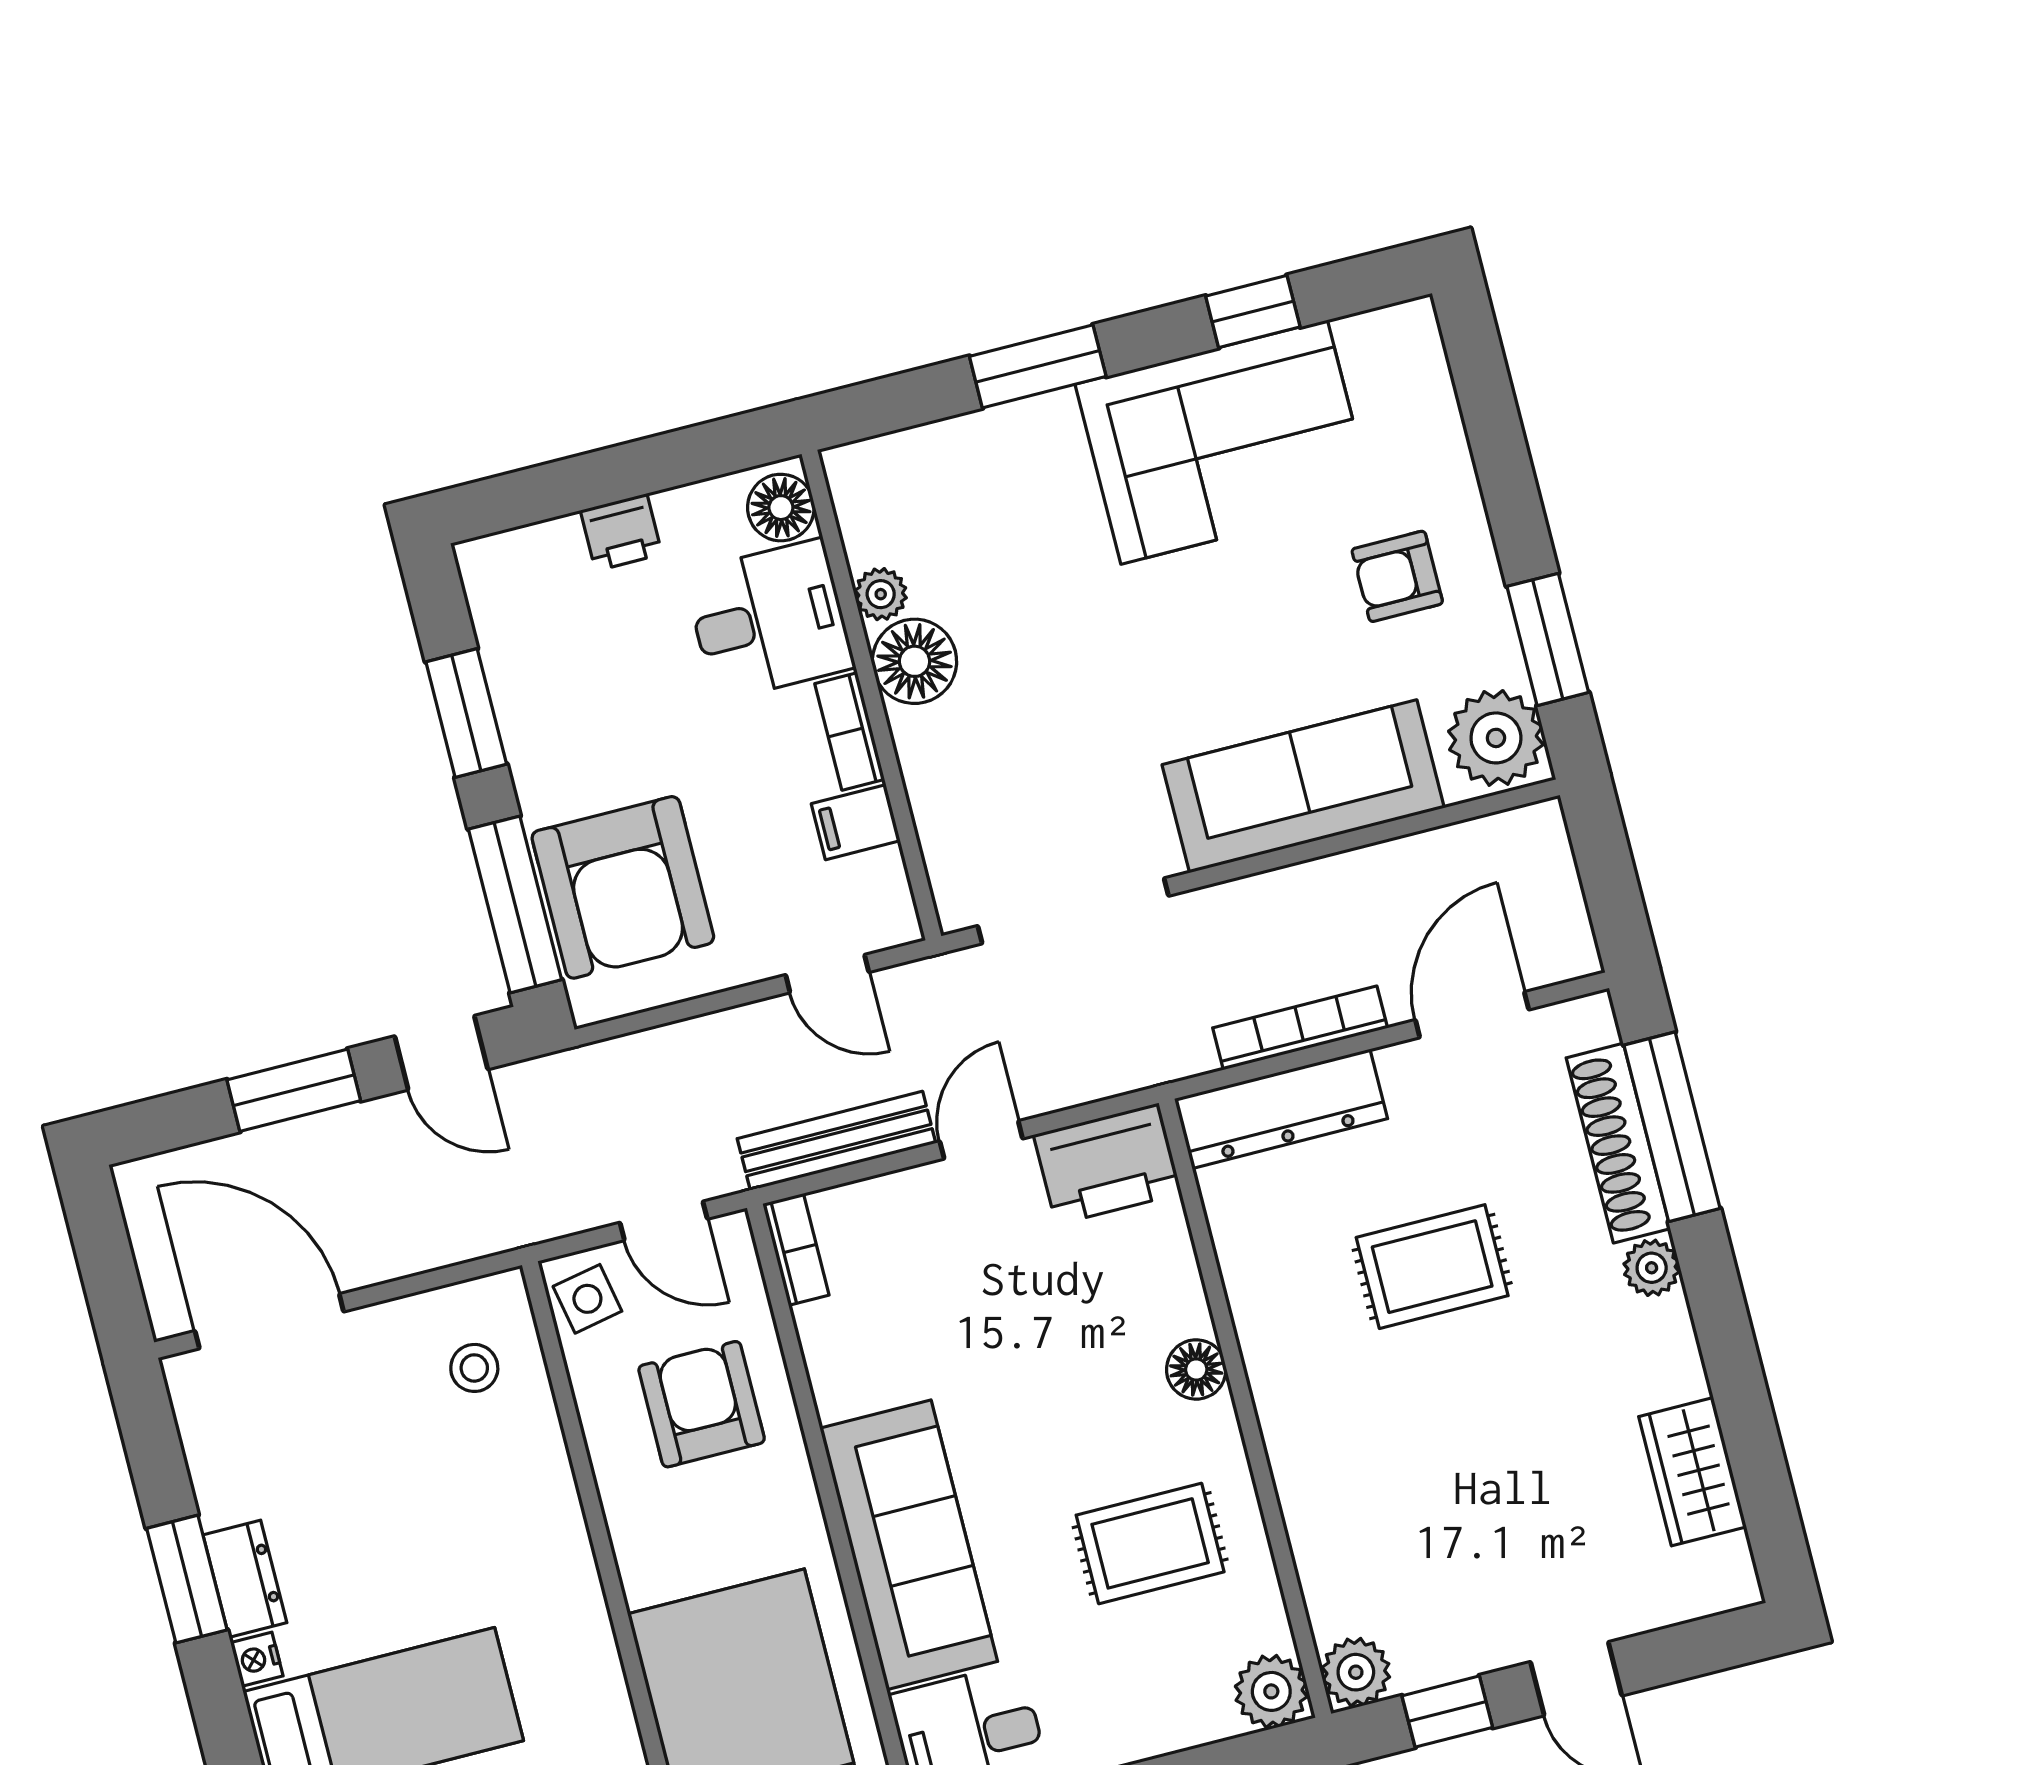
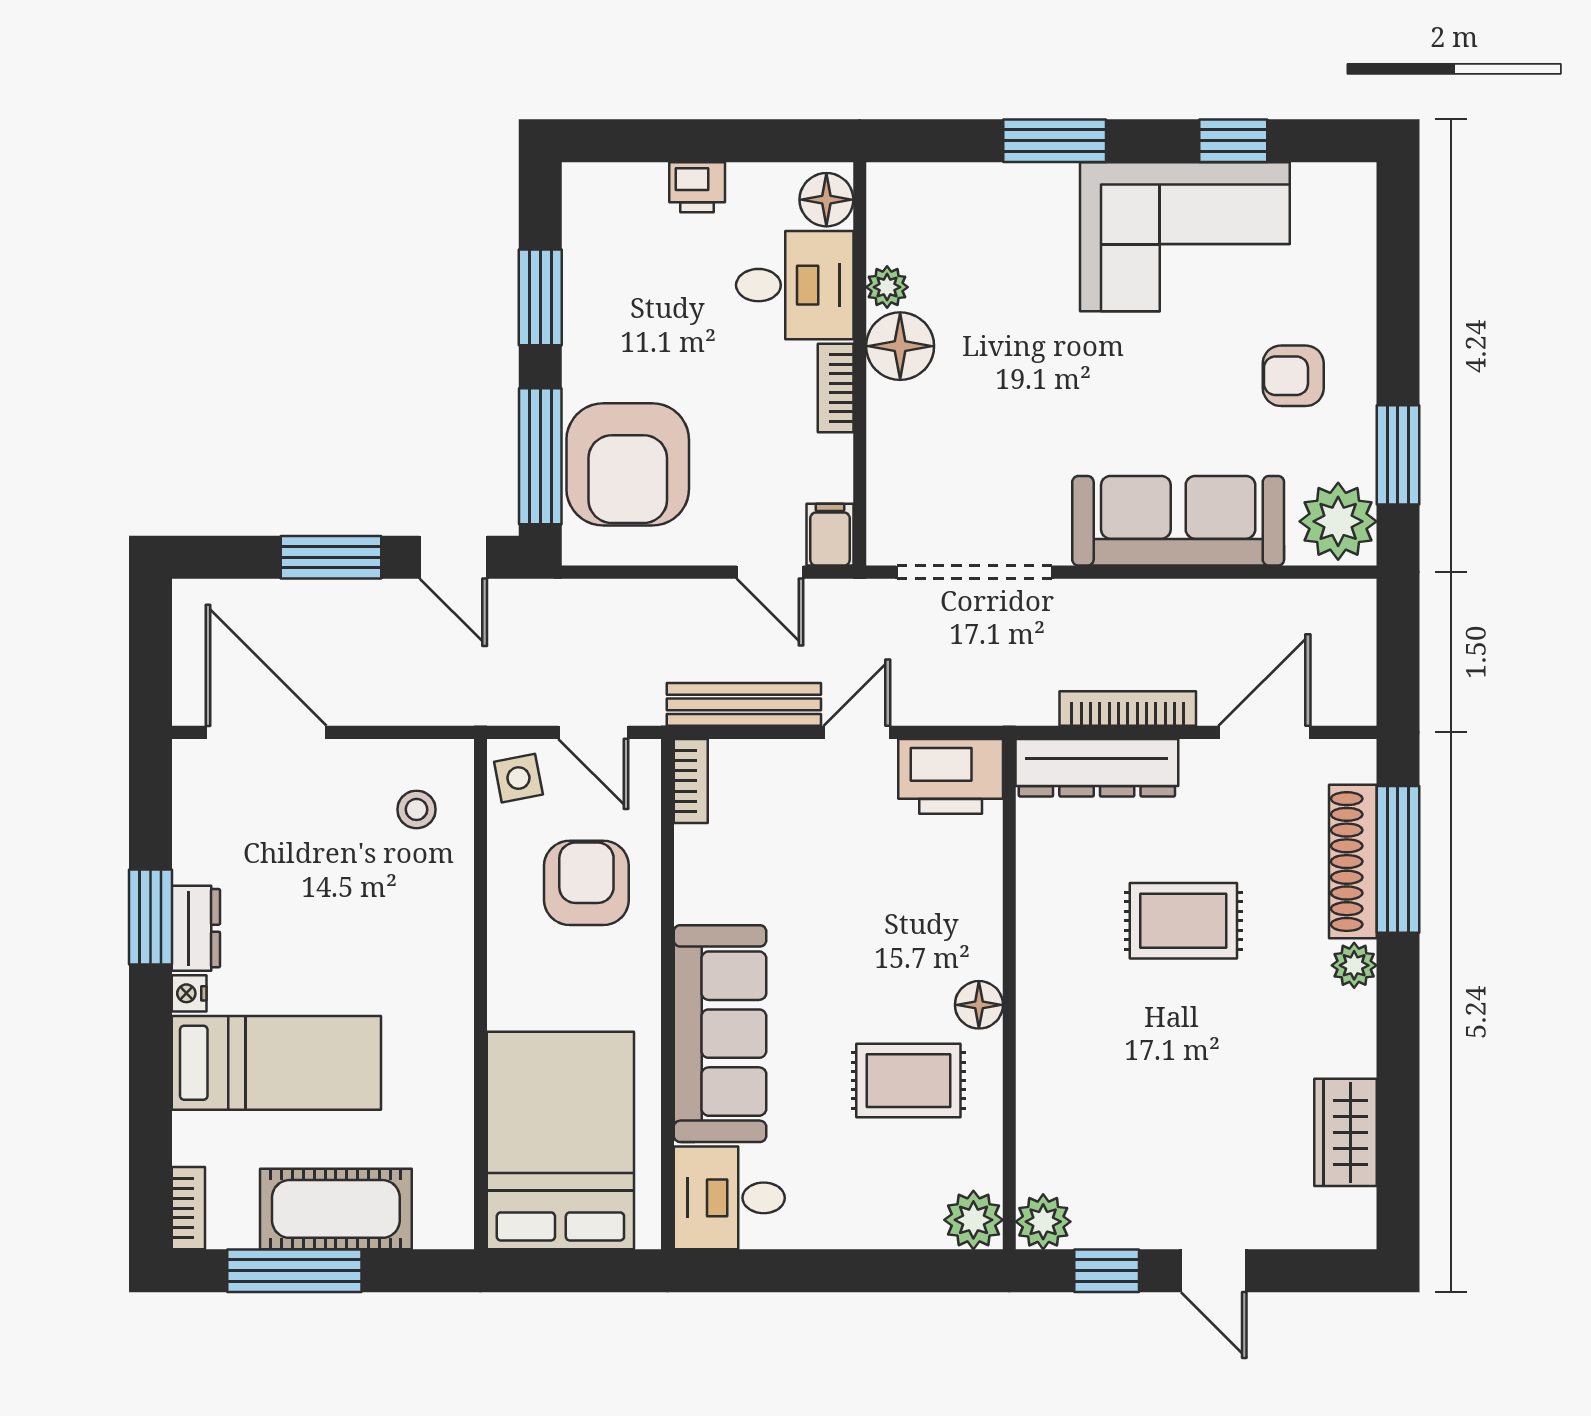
filing cabinet: (856, 822) -> (830, 535), moved, turned 90
floor lamp: (1196, 1369) -> (979, 1005), moved

